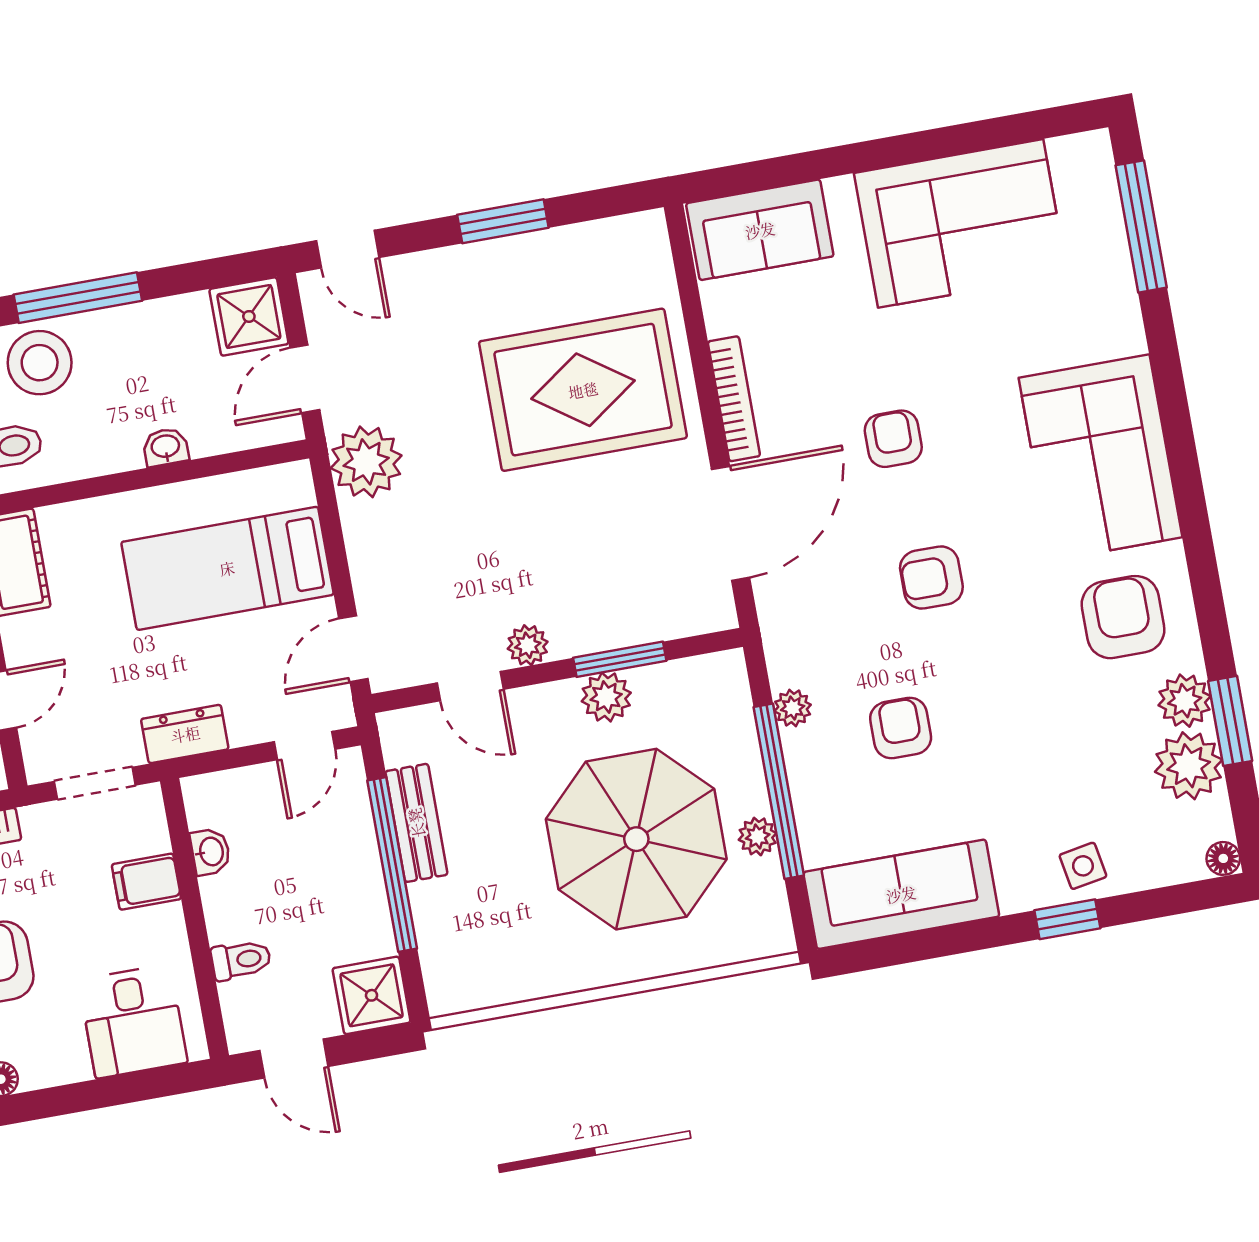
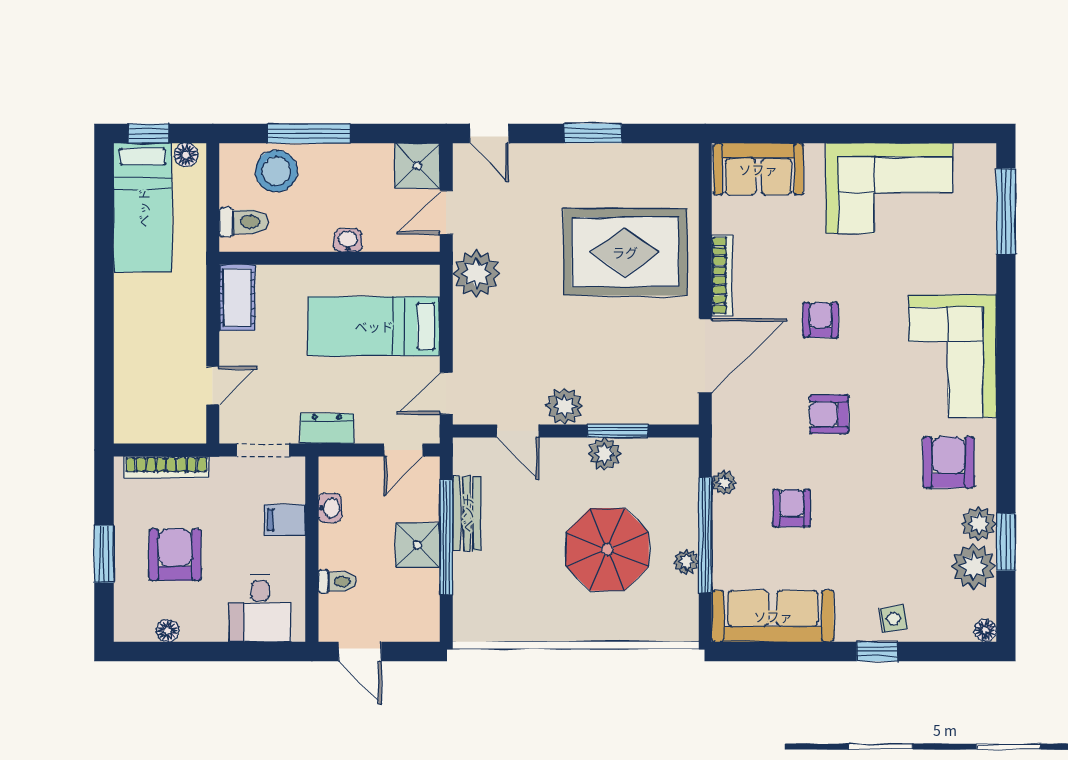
plant: (528, 645) -> (565, 406), width x1.38, depth x1.38
parasol: (636, 839) -> (607, 549), width x0.73, depth x0.73
shower: (372, 995) -> (418, 545), moved

